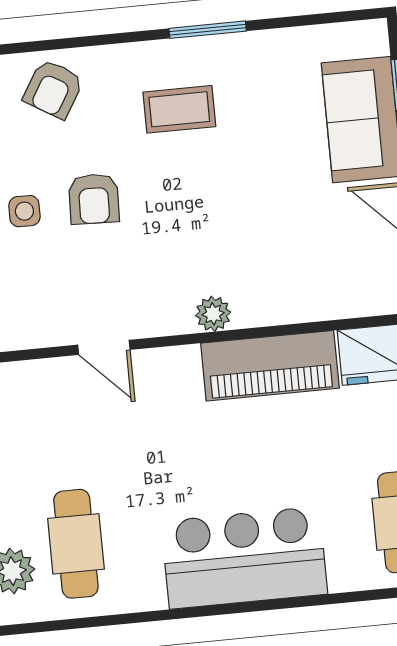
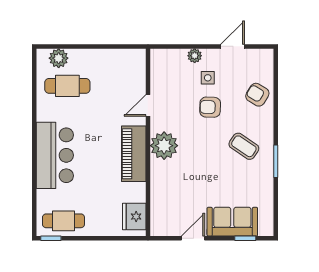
coffee table: (179, 109) -> (244, 146), turned -56
plant: (213, 314) -> (164, 146), width x1.88, depth x1.88
piano: (270, 366) -> (134, 154), moved

